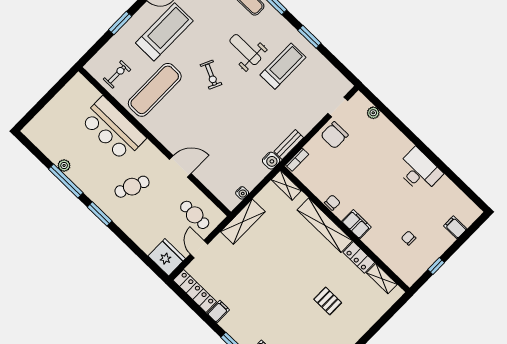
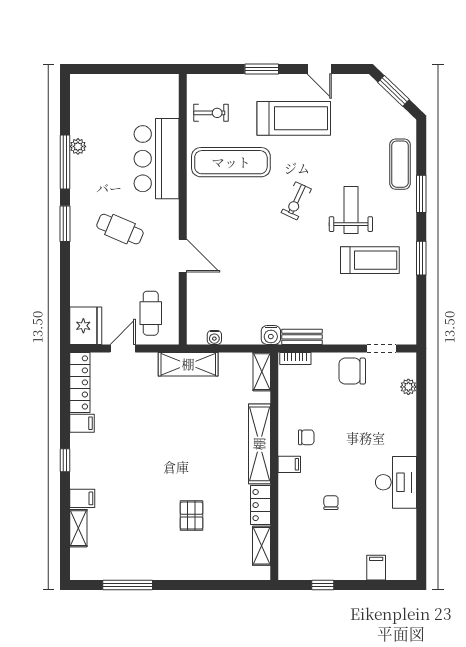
chair: (332, 203) -> (306, 437), moved
filing cabinet: (356, 224) -> (289, 464), width x0.50
chair: (409, 238) -> (331, 503), moved

